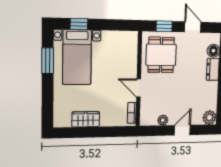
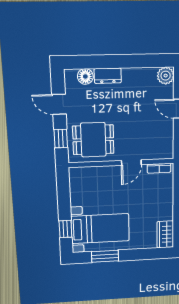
door: (193, 27) -> (59, 104), hinge flipped
wardrobe: (86, 119) -> (165, 234), moved
plant: (163, 120) -> (168, 133), removed

